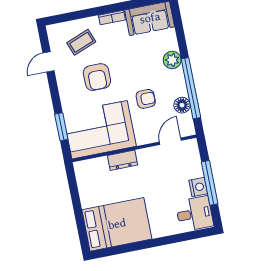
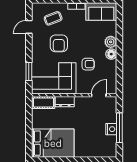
window: (191, 88) -> (119, 63), removed
floor lamp: (182, 105) -> (111, 54), moved
cot: (92, 168) -> (43, 102), added
desk: (194, 214) -> (105, 146), removed

